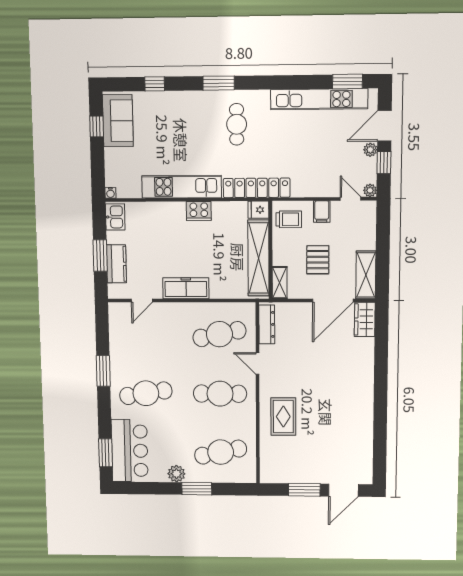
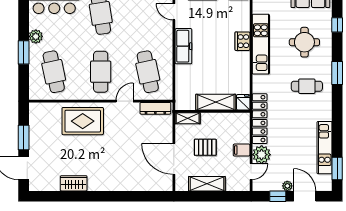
kitchen unit: (319, 99) -> (325, 148), width x0.73
round table: (178, 128) -> (304, 42), added
locker: (257, 188) -> (260, 119), moved
plant: (370, 190) -> (262, 155), moved, width x1.88, depth x1.88
cooker: (199, 211) -> (243, 41), moved
trolley: (289, 219) -> (236, 125), removed
shelving: (258, 258) -> (216, 102), width x0.68
shelving: (366, 275) -> (207, 184), moved
wardrobe: (365, 319) -> (74, 183), moved
rug: (283, 417) -> (83, 121), width x1.36, depth x1.43

